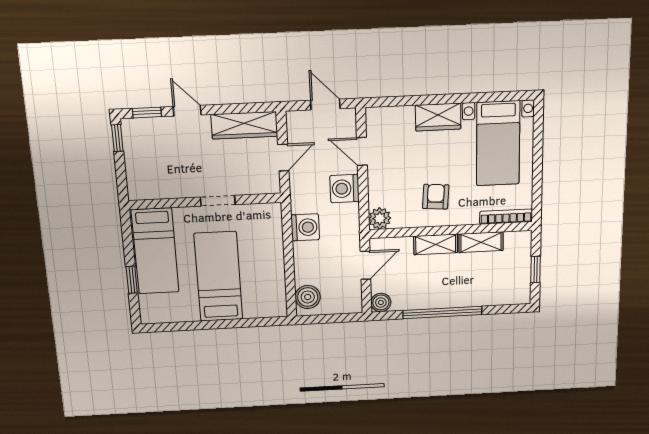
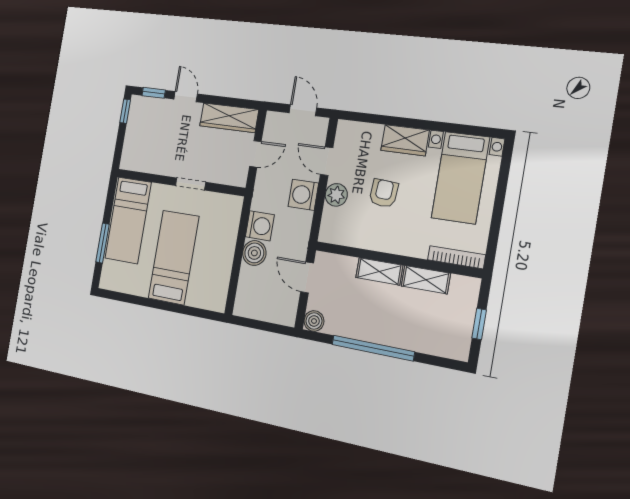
armchair: (436, 197) -> (384, 193), moved
plant: (380, 218) -> (336, 195), moved
door: (365, 265) -> (307, 277), swing flipped
window: (132, 280) -> (103, 243), width x1.50
boiler: (308, 297) -> (254, 253), moved

